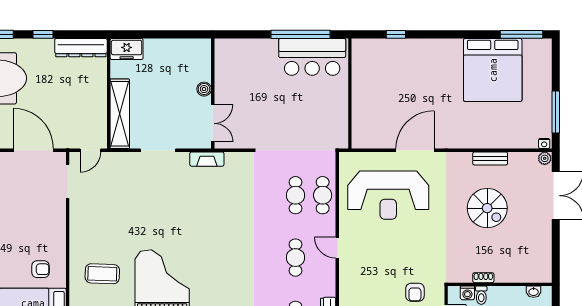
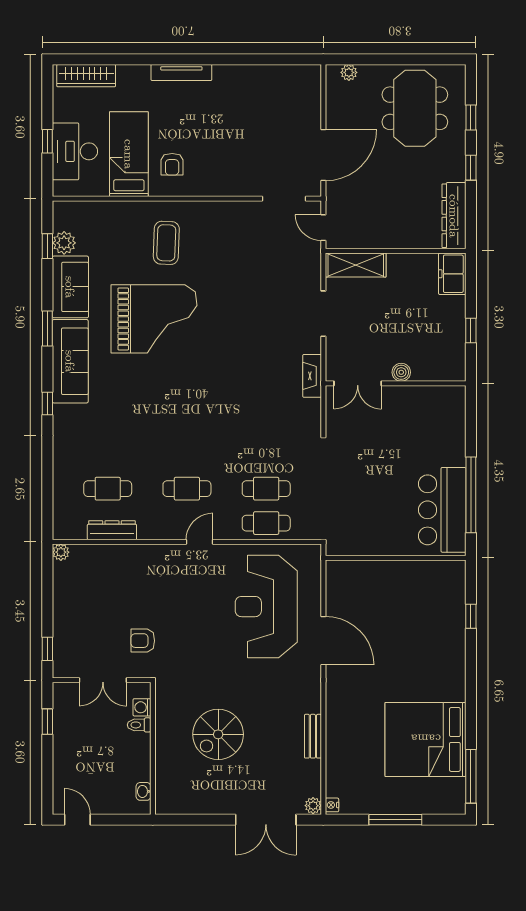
window: (171, 34) -> (471, 330), added
window: (556, 112) -> (395, 820), moved
shelving: (120, 114) -> (356, 265), width x0.68
spiral stairs: (487, 208) -> (218, 734), moved
shoe rack: (483, 278) -> (161, 728), removed

